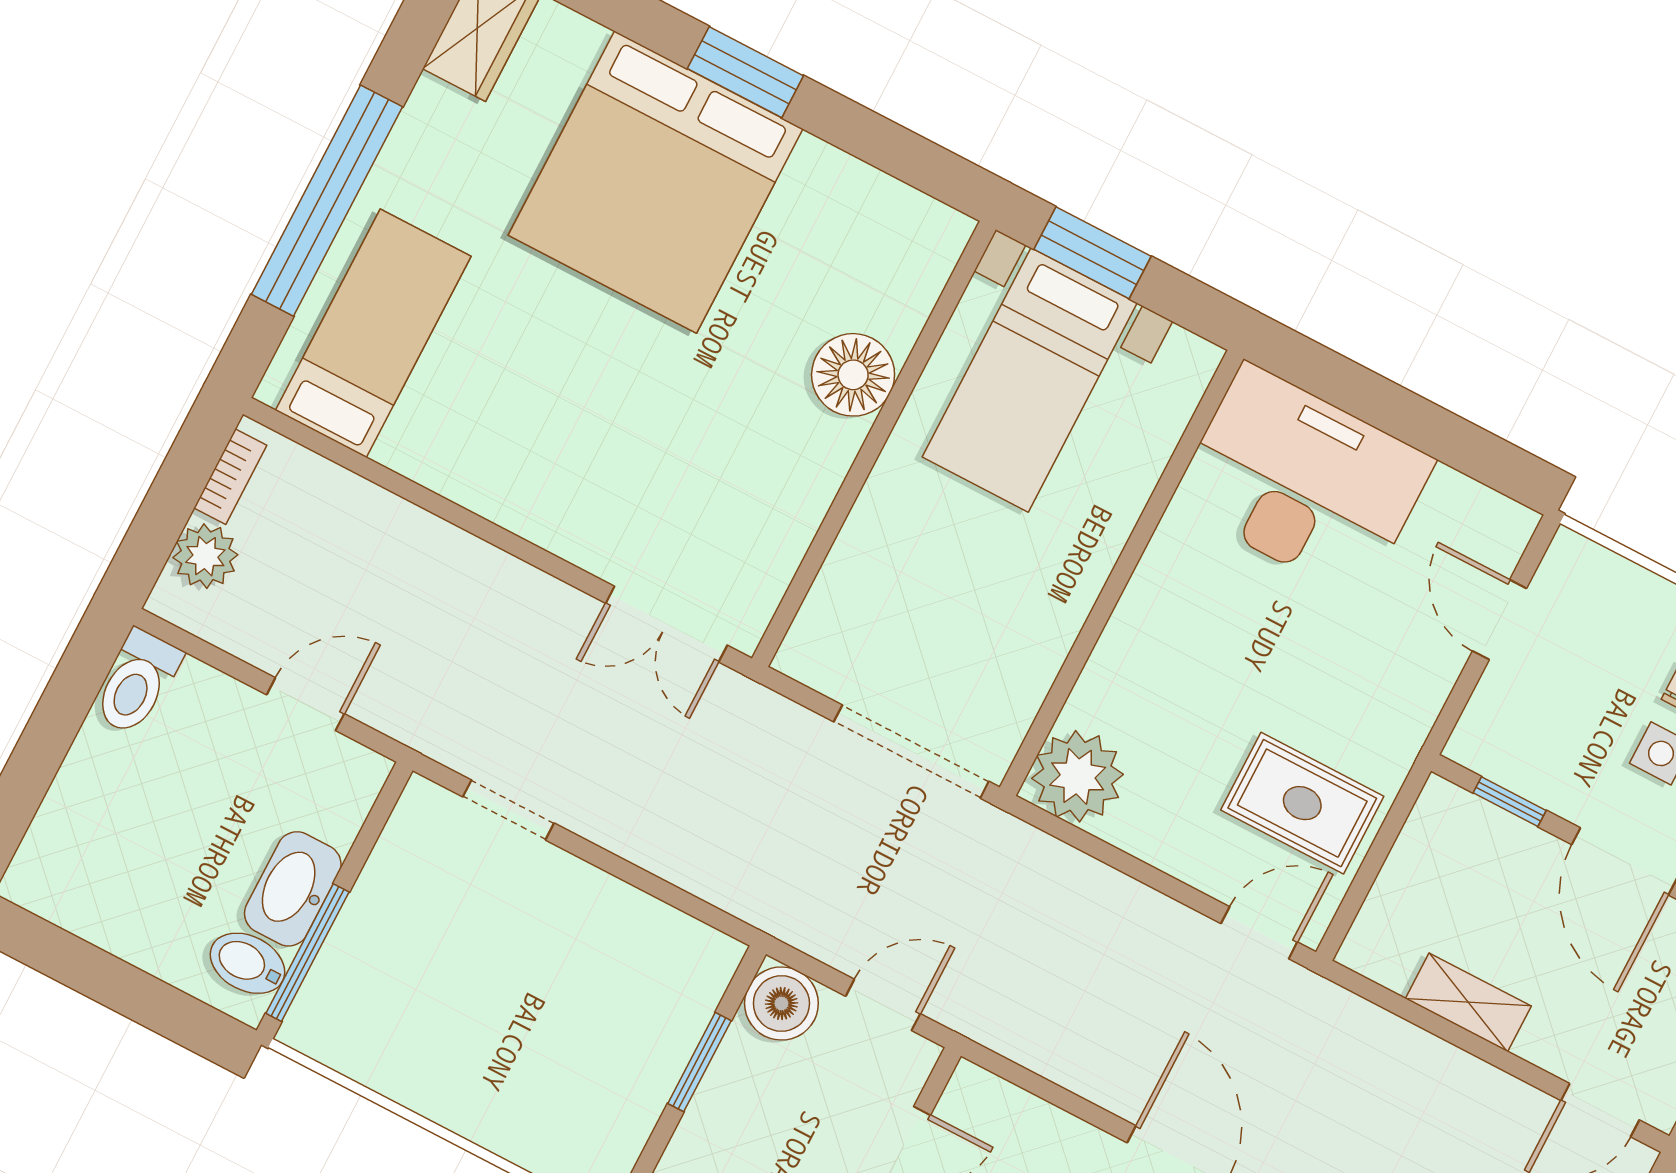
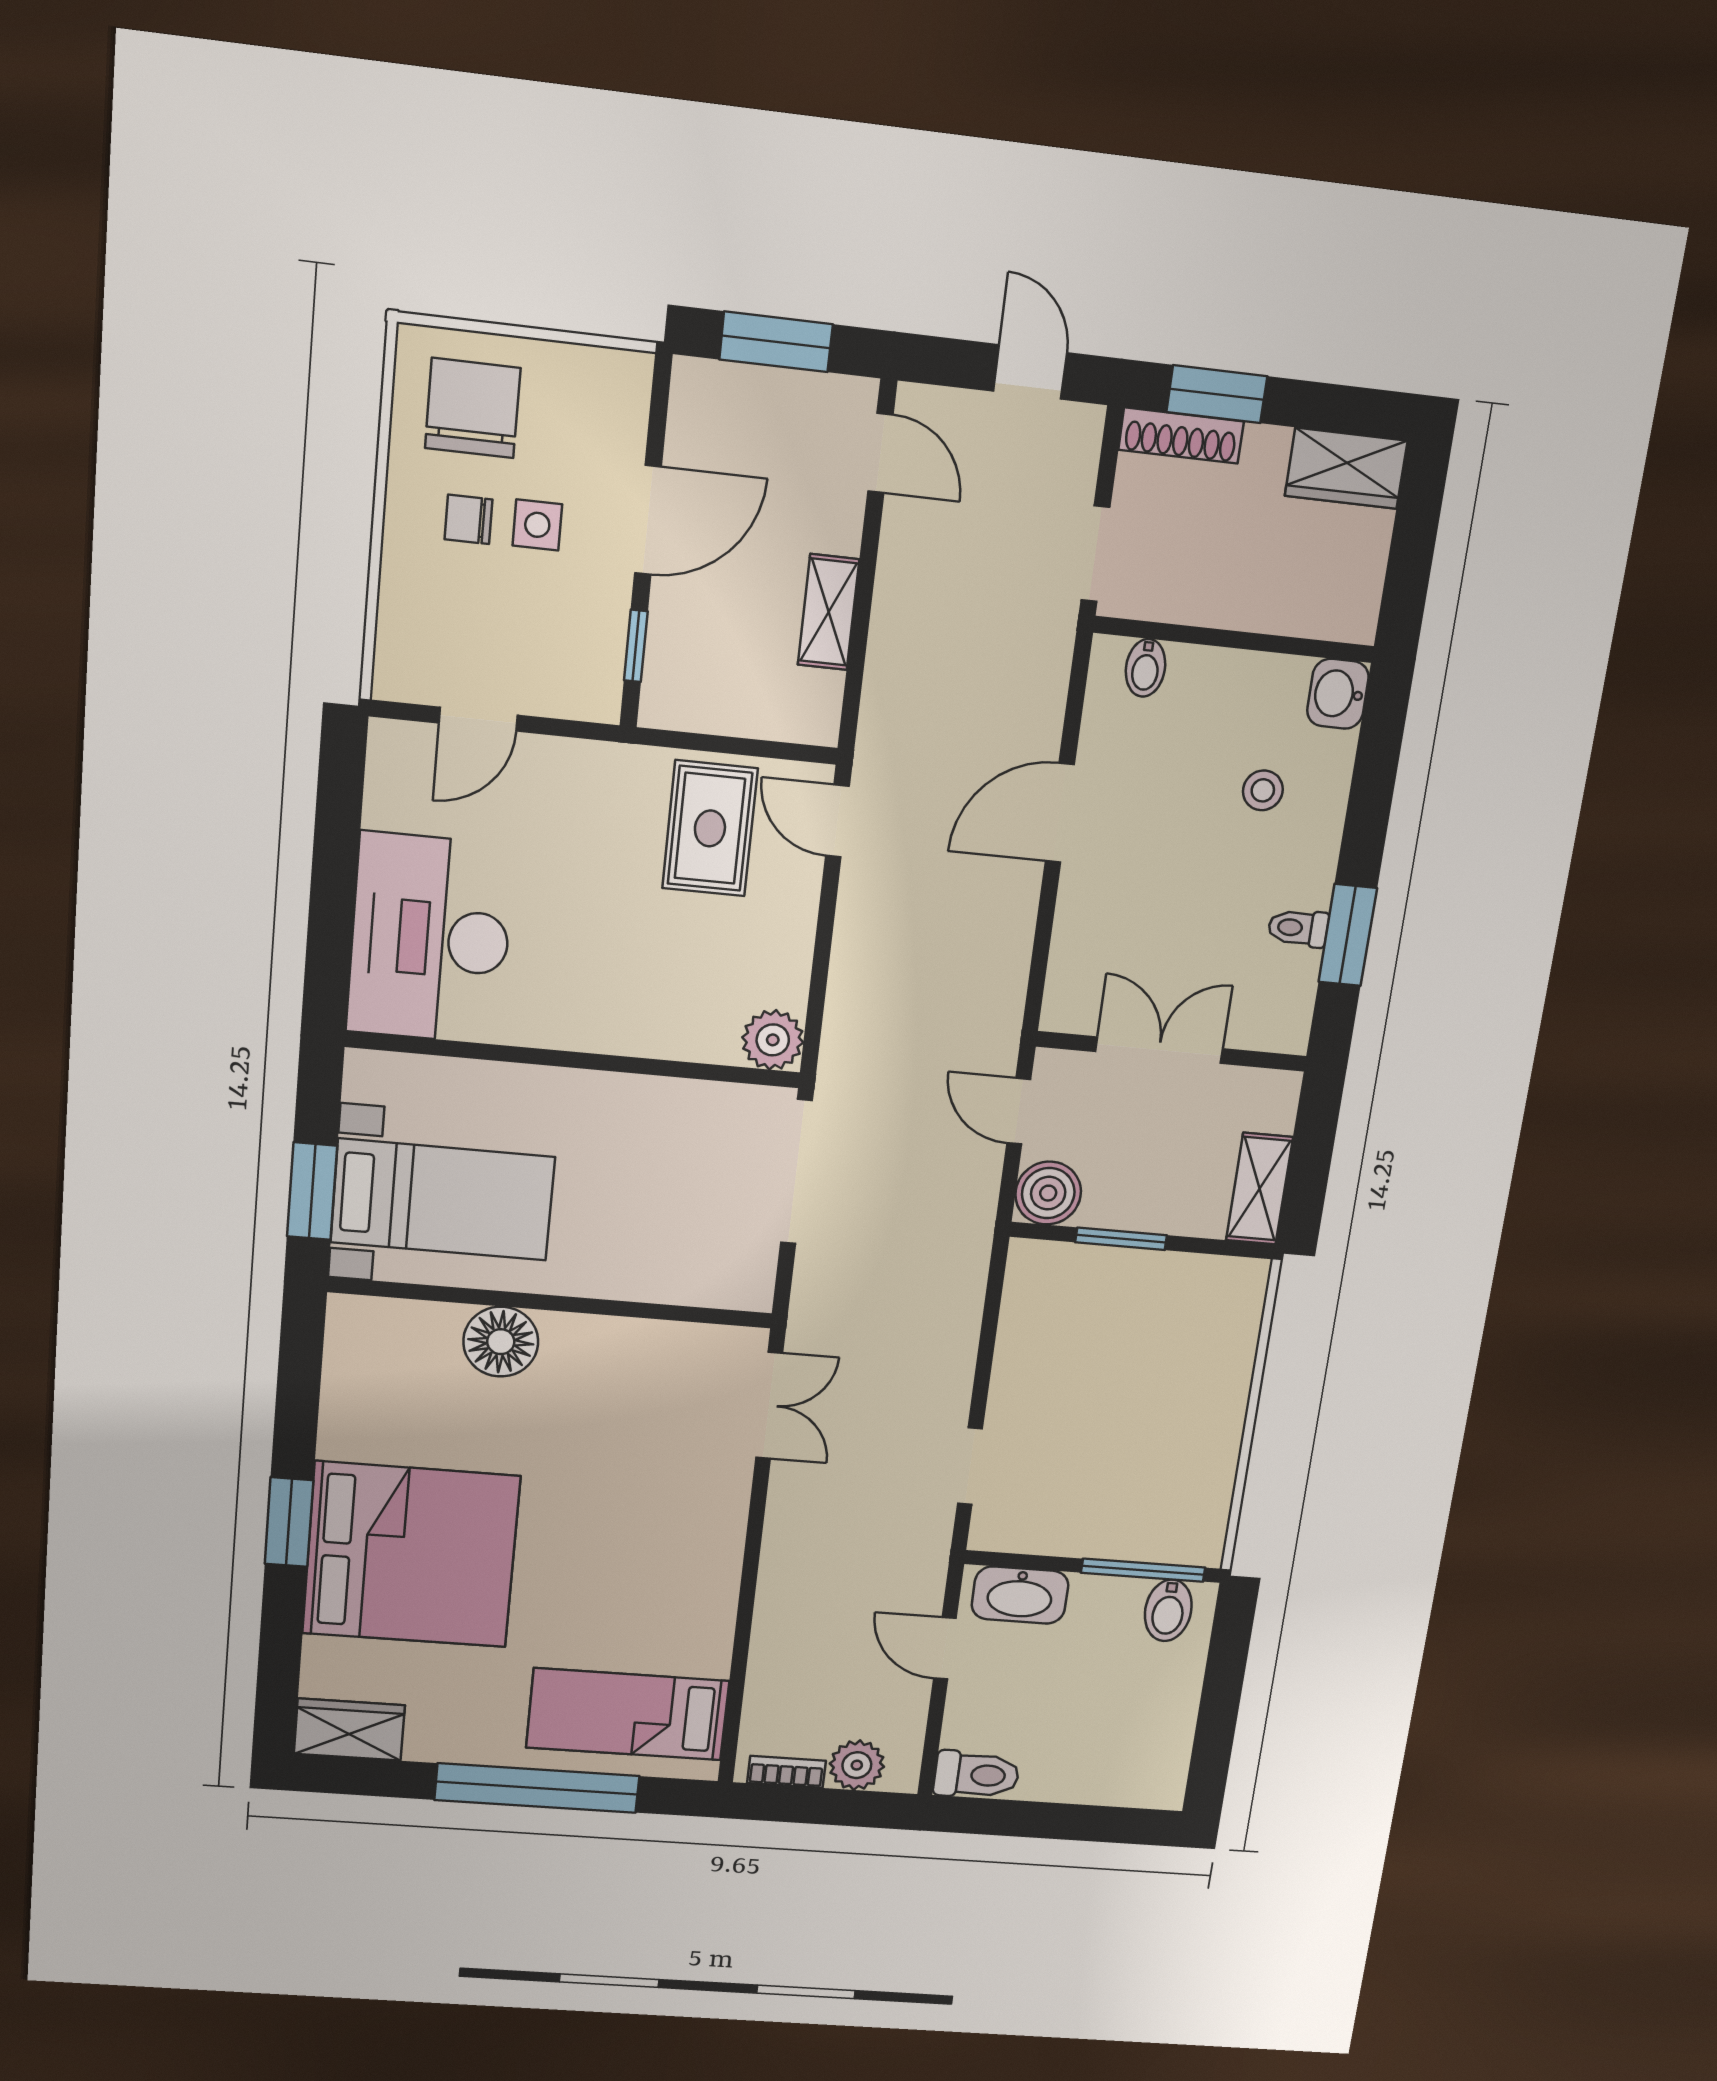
plant: (1078, 776) -> (773, 1040), width x0.73, depth x0.73
washbasin: (293, 889) -> (1020, 1595), moved

